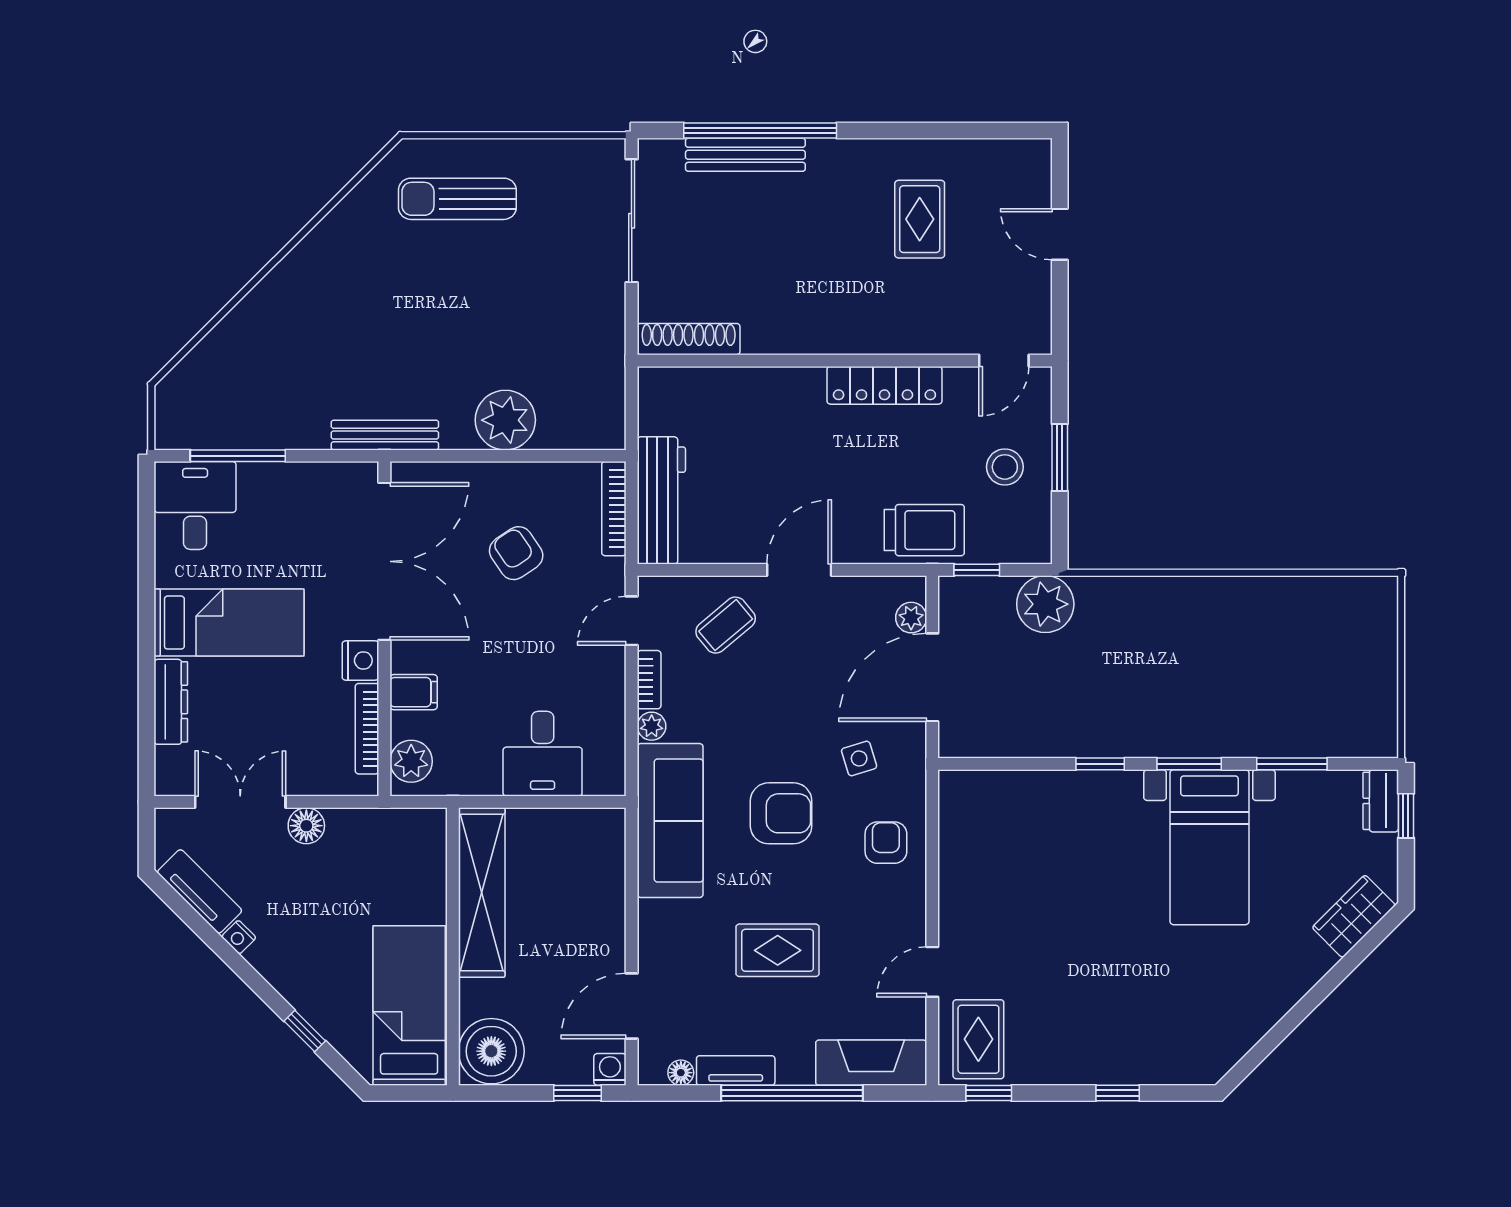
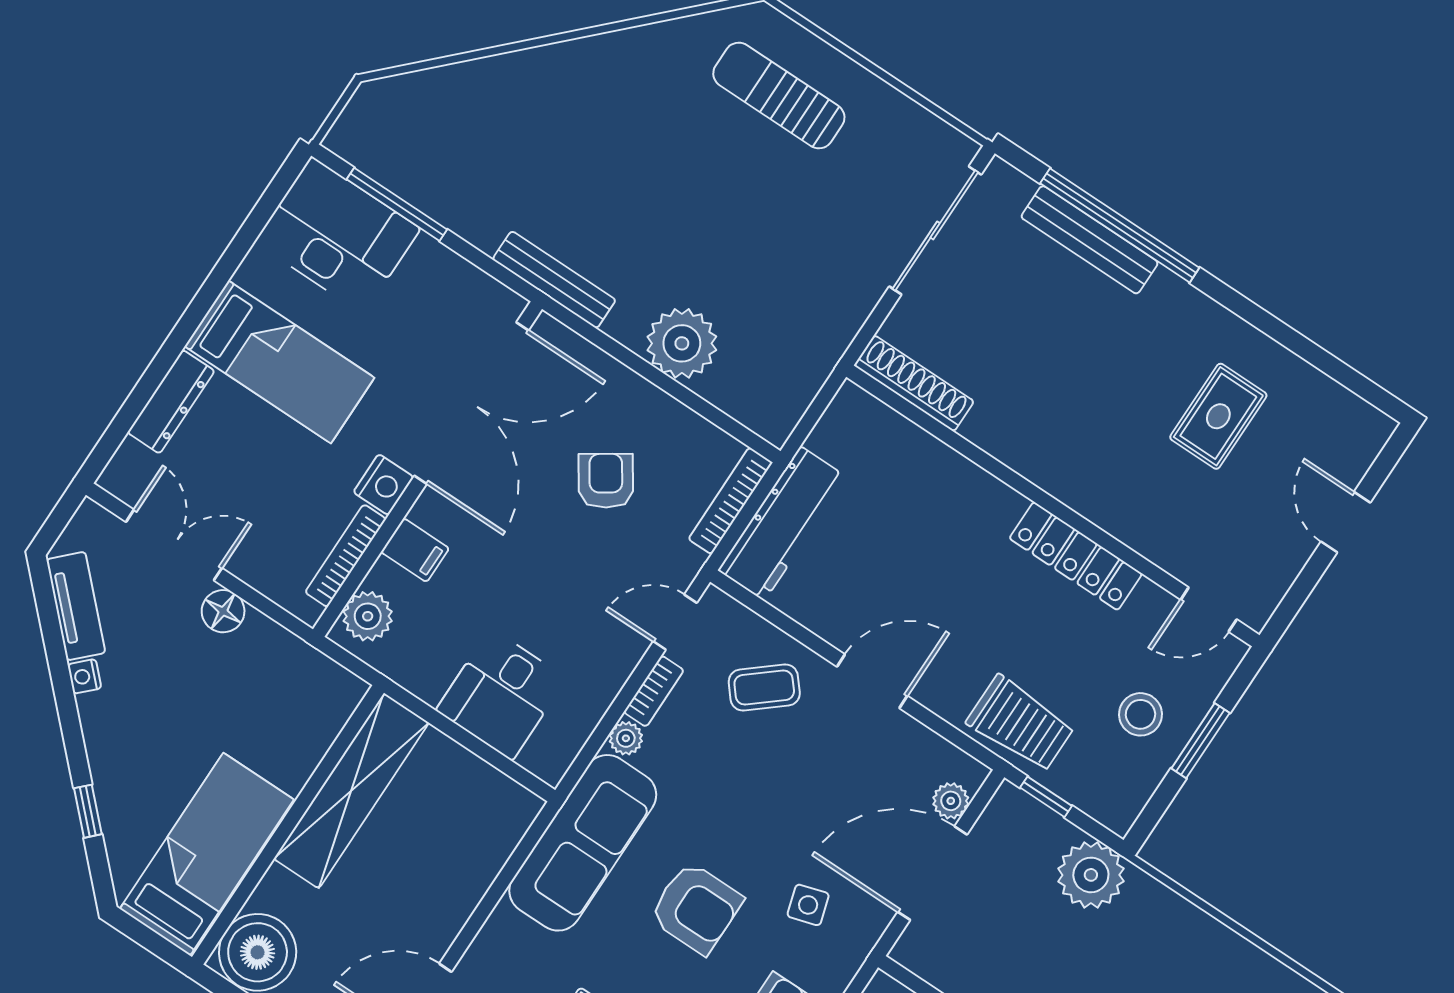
desk: (195, 506) -> (337, 235), width x1.37

